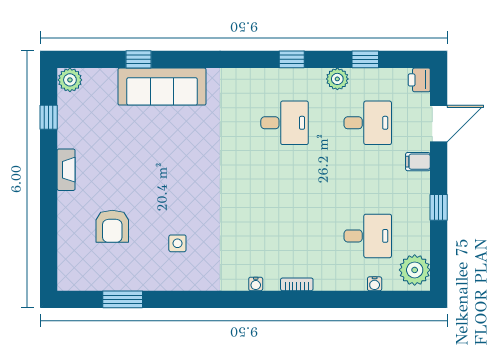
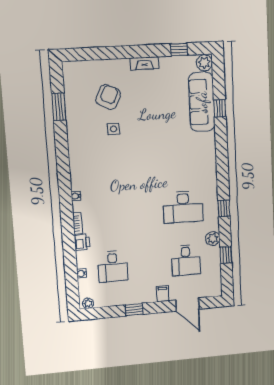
printer: (419, 80) -> (82, 242), moved, turned 90
sofa: (162, 87) -> (202, 102), moved
desk: (285, 123) -> (183, 207), width x1.37
armchair: (112, 226) -> (108, 97), turned 117
side table: (177, 243) -> (114, 129), moved
plant: (415, 270) -> (88, 303), width x0.53, depth x0.53

